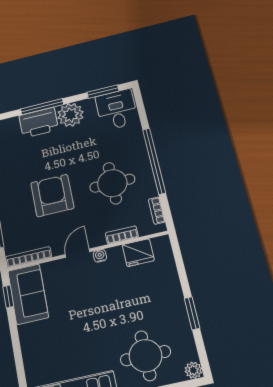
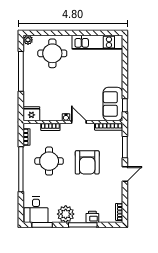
printer: (39, 123) -> (92, 217), width x0.53, depth x0.68
door: (77, 253) -> (79, 122), swing flipped
fridge: (138, 253) -> (31, 114), moved
window: (192, 313) -> (21, 71), width x2.11

